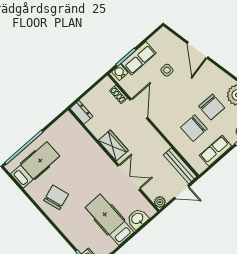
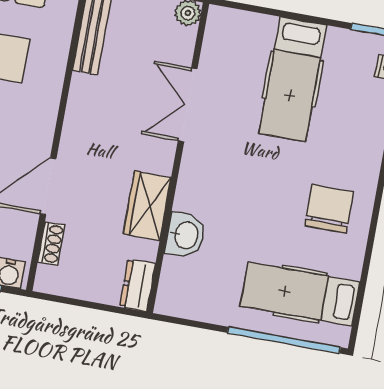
wardrobe: (113, 145) -> (147, 206), moved
chair: (56, 197) -> (329, 209), turned 108
washbasin: (138, 219) -> (185, 235), moved, turned -90

